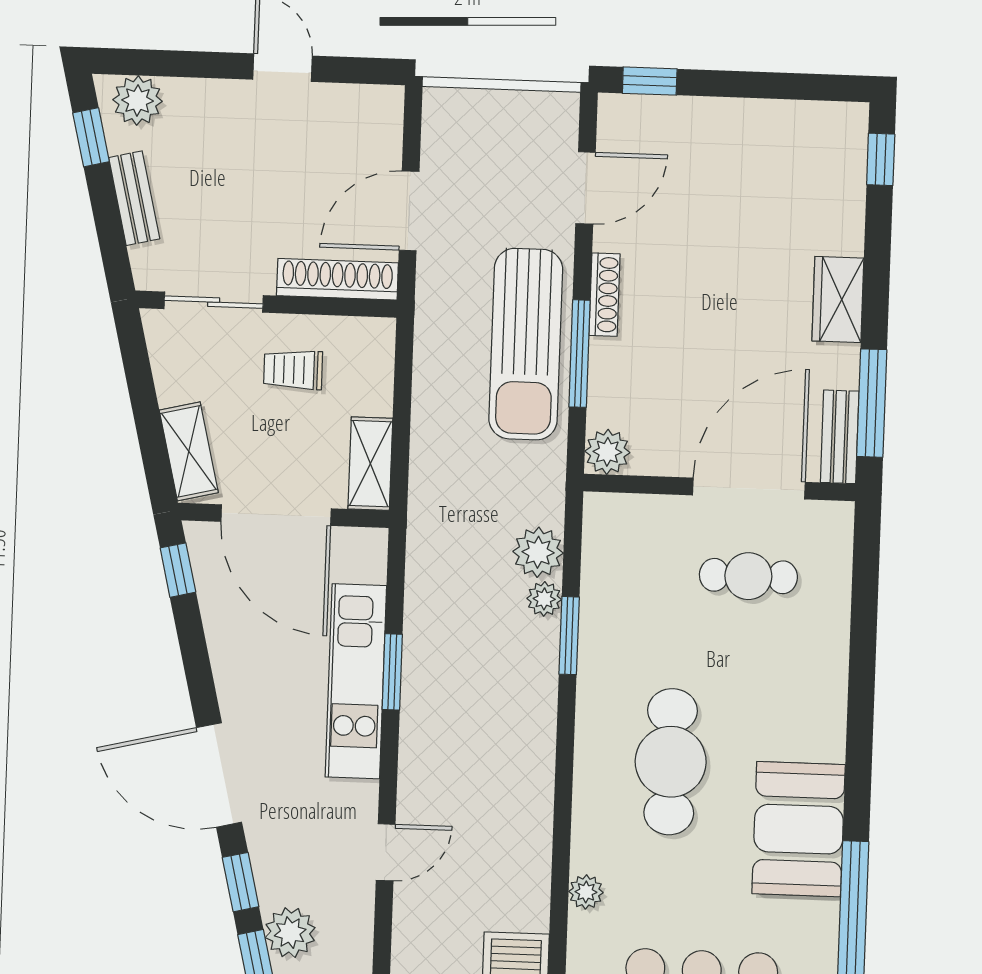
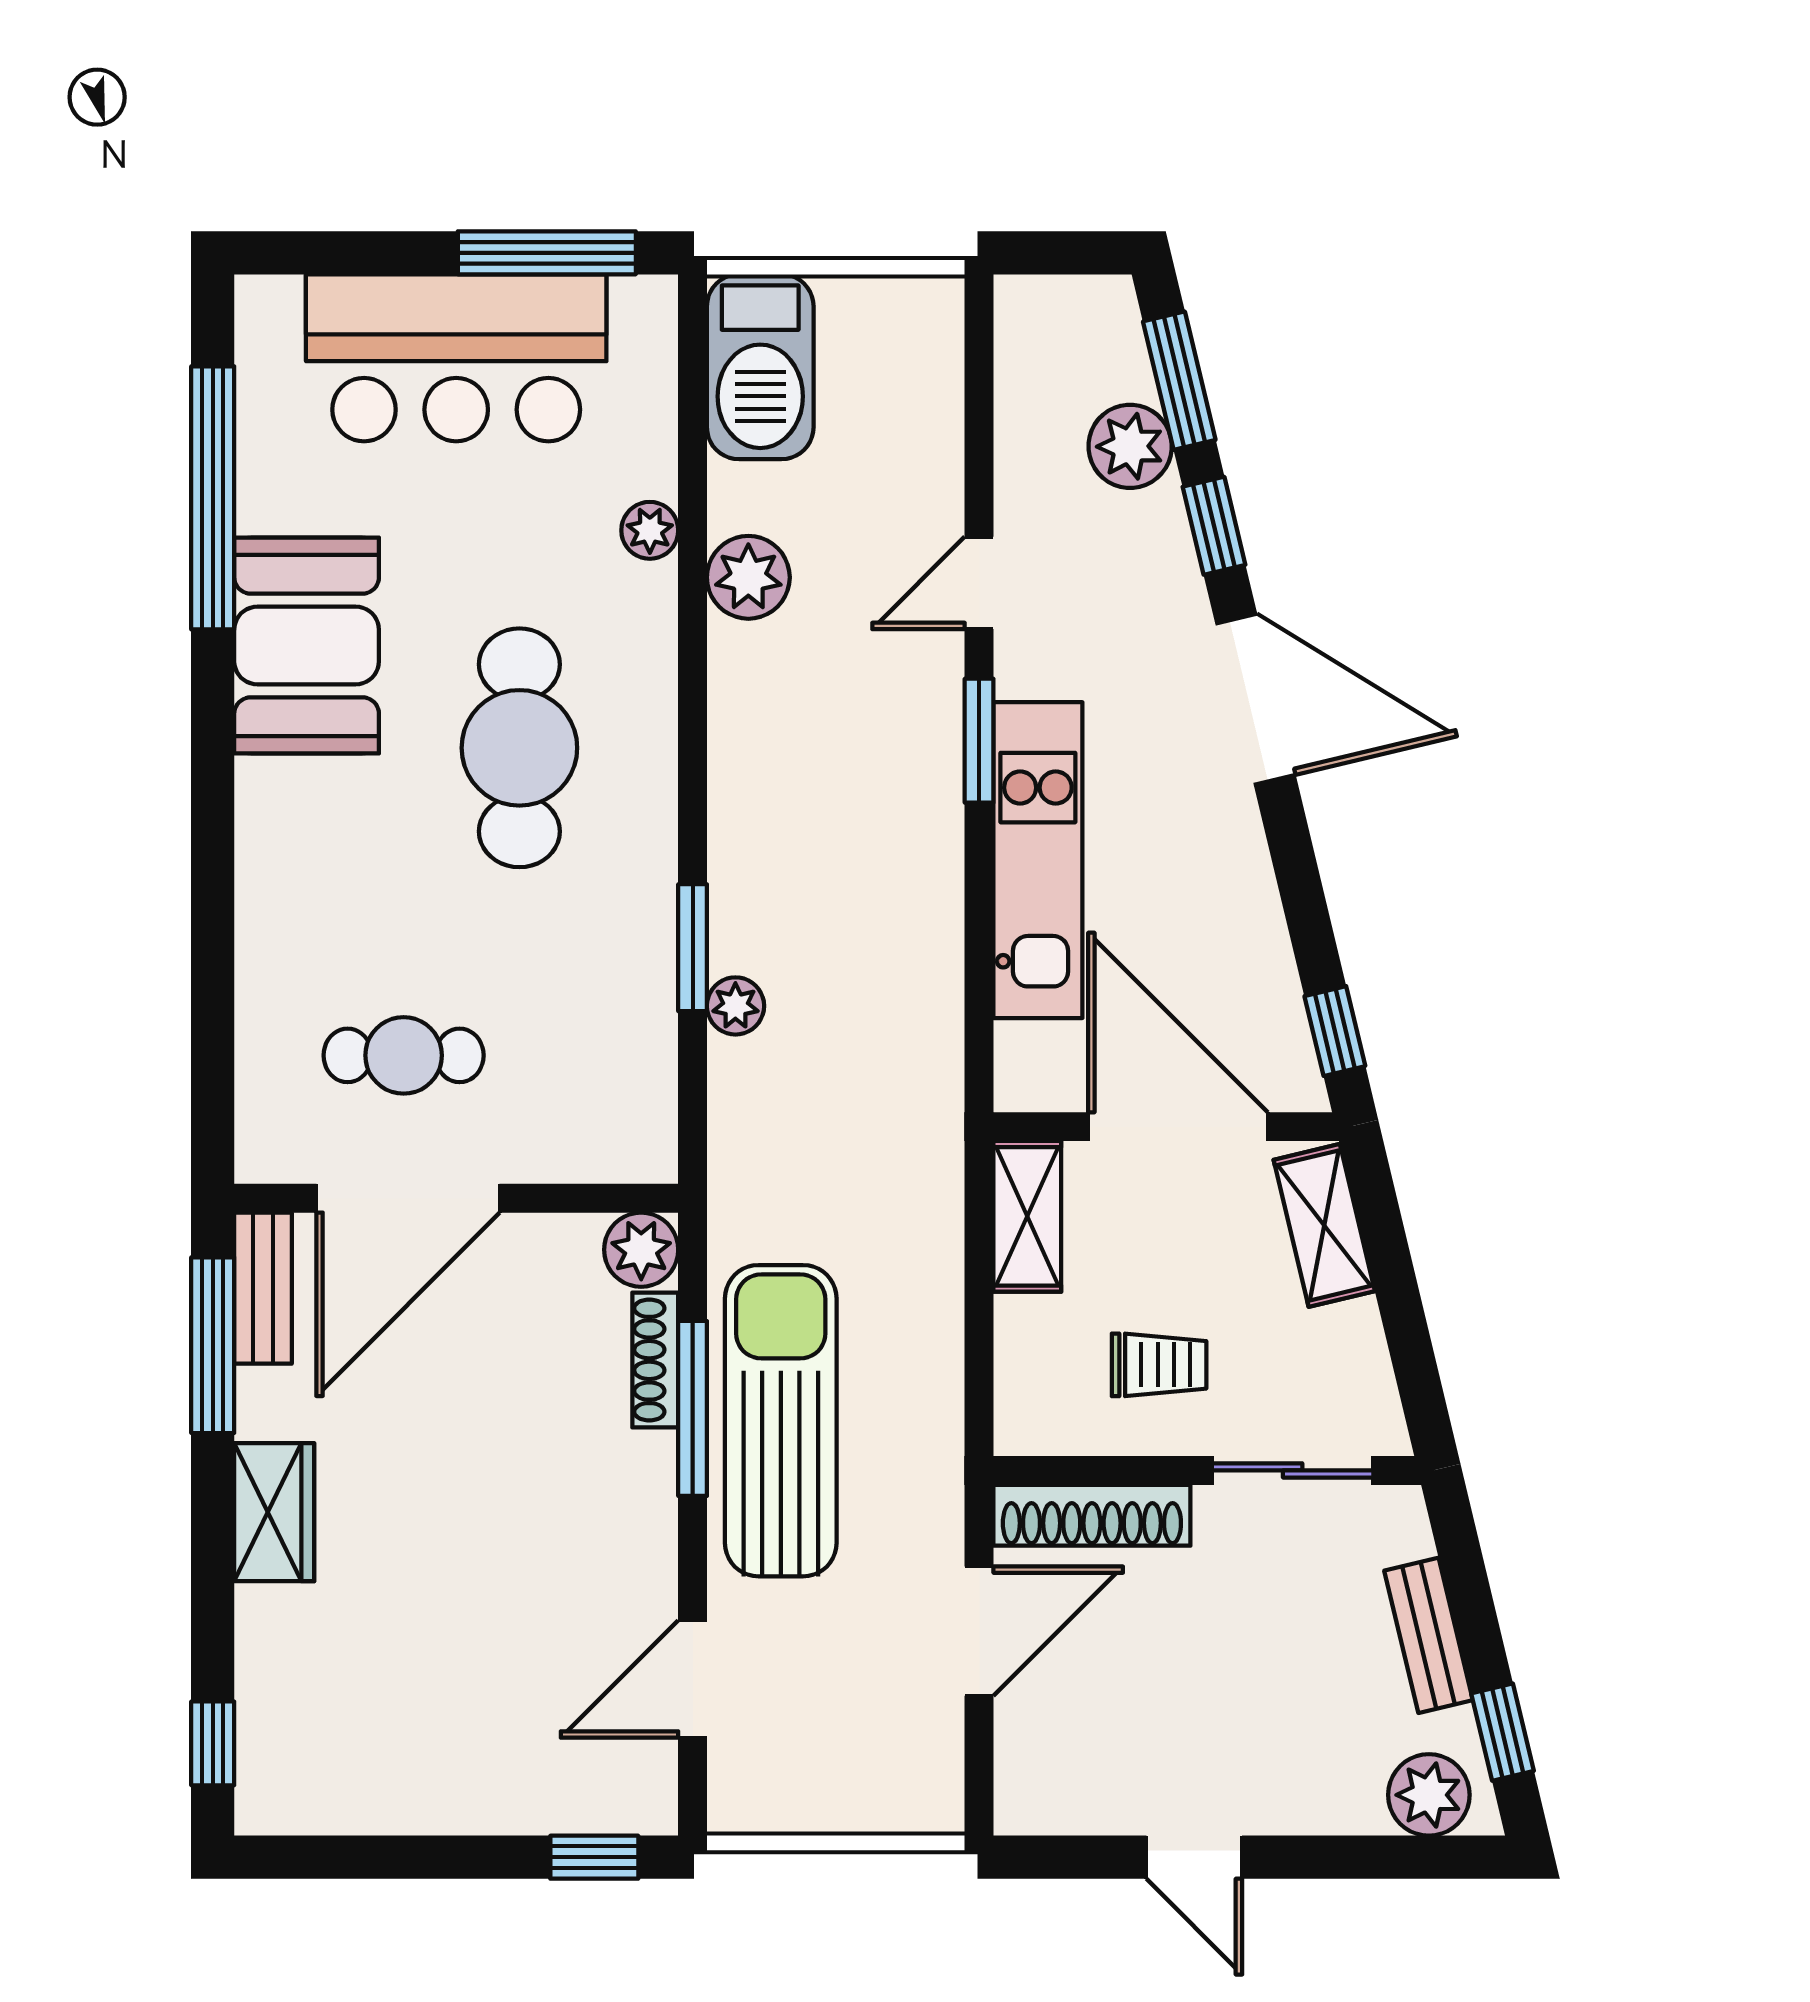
shoe rack: (604, 295) -> (655, 1360), moved
plant: (538, 552) -> (748, 577), moved
window: (392, 672) -> (979, 741), moved

